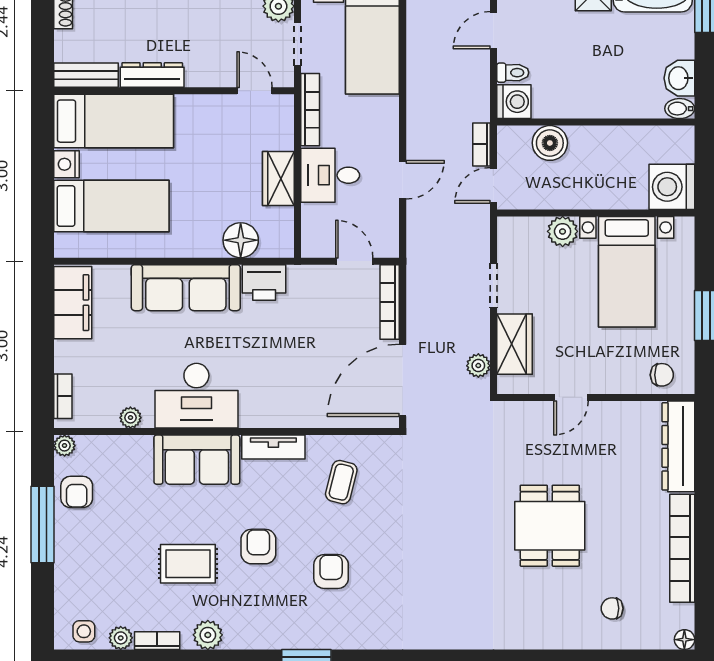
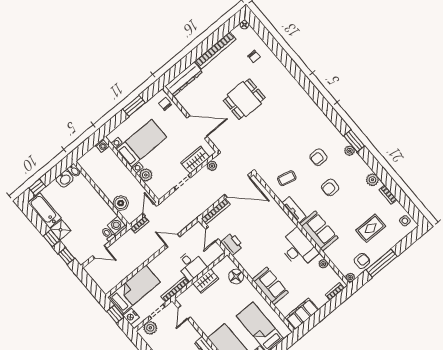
door: (493, 185) -> (150, 210), swing flipped
washing machine: (672, 187) -> (102, 145), width x0.53, depth x0.53
printer: (264, 283) -> (232, 244), moved
sofa: (186, 288) -> (270, 286), width x0.73
door: (571, 397) -> (197, 127), width x1.87
rug: (188, 564) -> (371, 228), moved, turned 90
plant: (121, 638) -> (350, 151), moved

